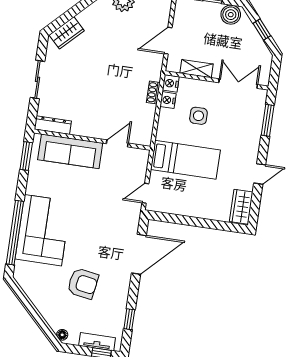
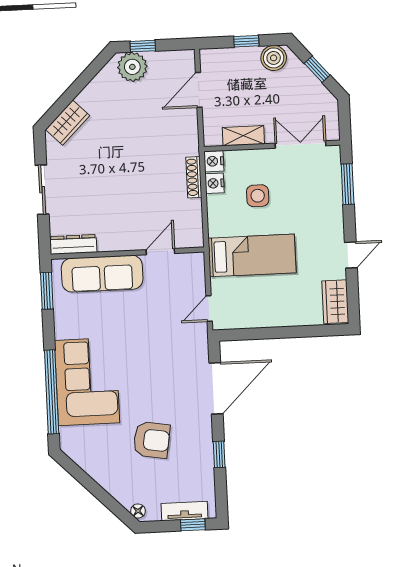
door: (168, 41) -> (199, 90), moved
shoe rack: (153, 92) -> (194, 177), width x1.43
window: (129, 319) -> (219, 454), moved

